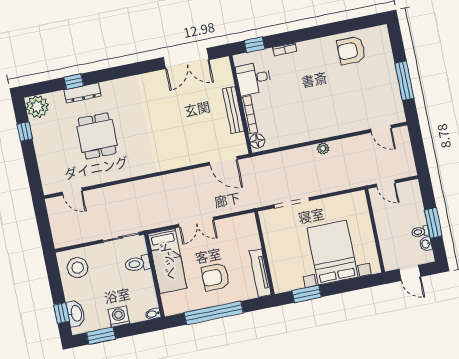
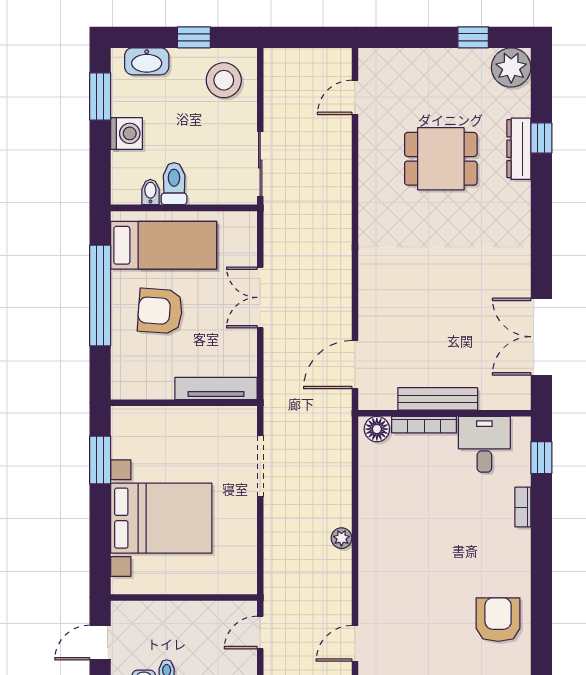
bed: (167, 261) -> (164, 245), moved, turned 180
toilet: (138, 264) -> (174, 184), moved
tv unit: (260, 273) -> (216, 388), moved
armchair: (215, 277) -> (160, 311), turned -86
window: (62, 313) -> (194, 37), moved
bidet: (153, 314) -> (150, 192), moved

